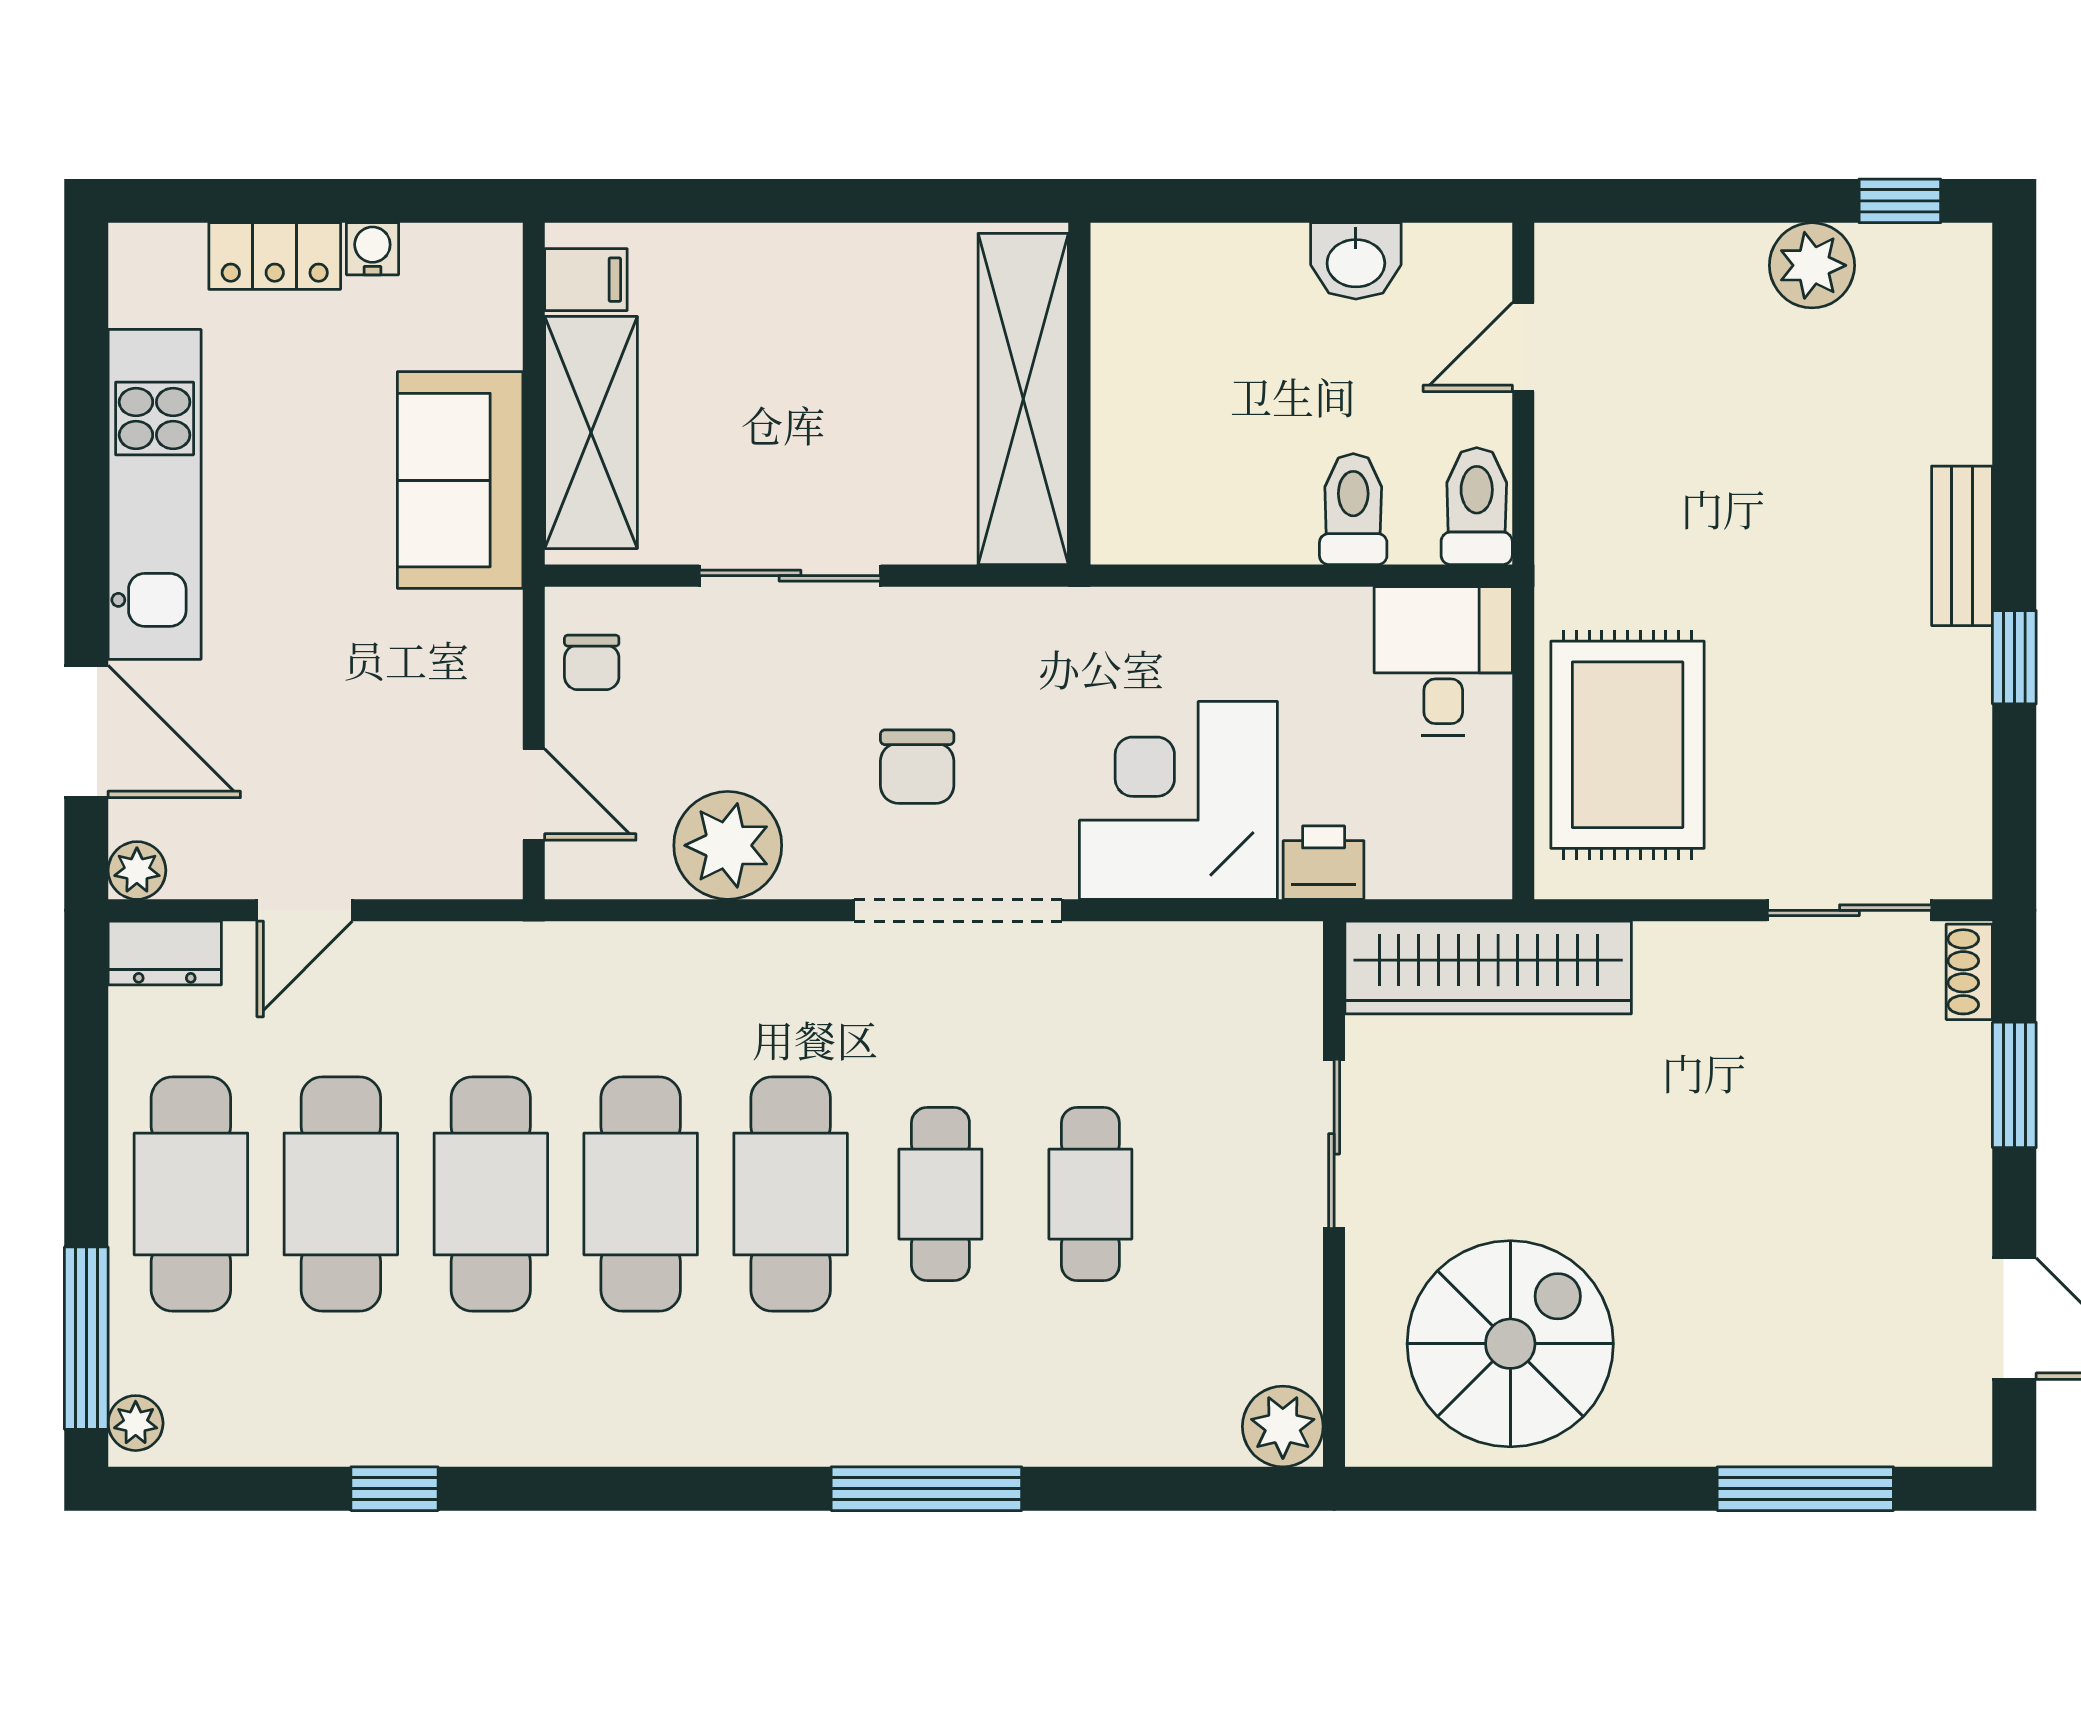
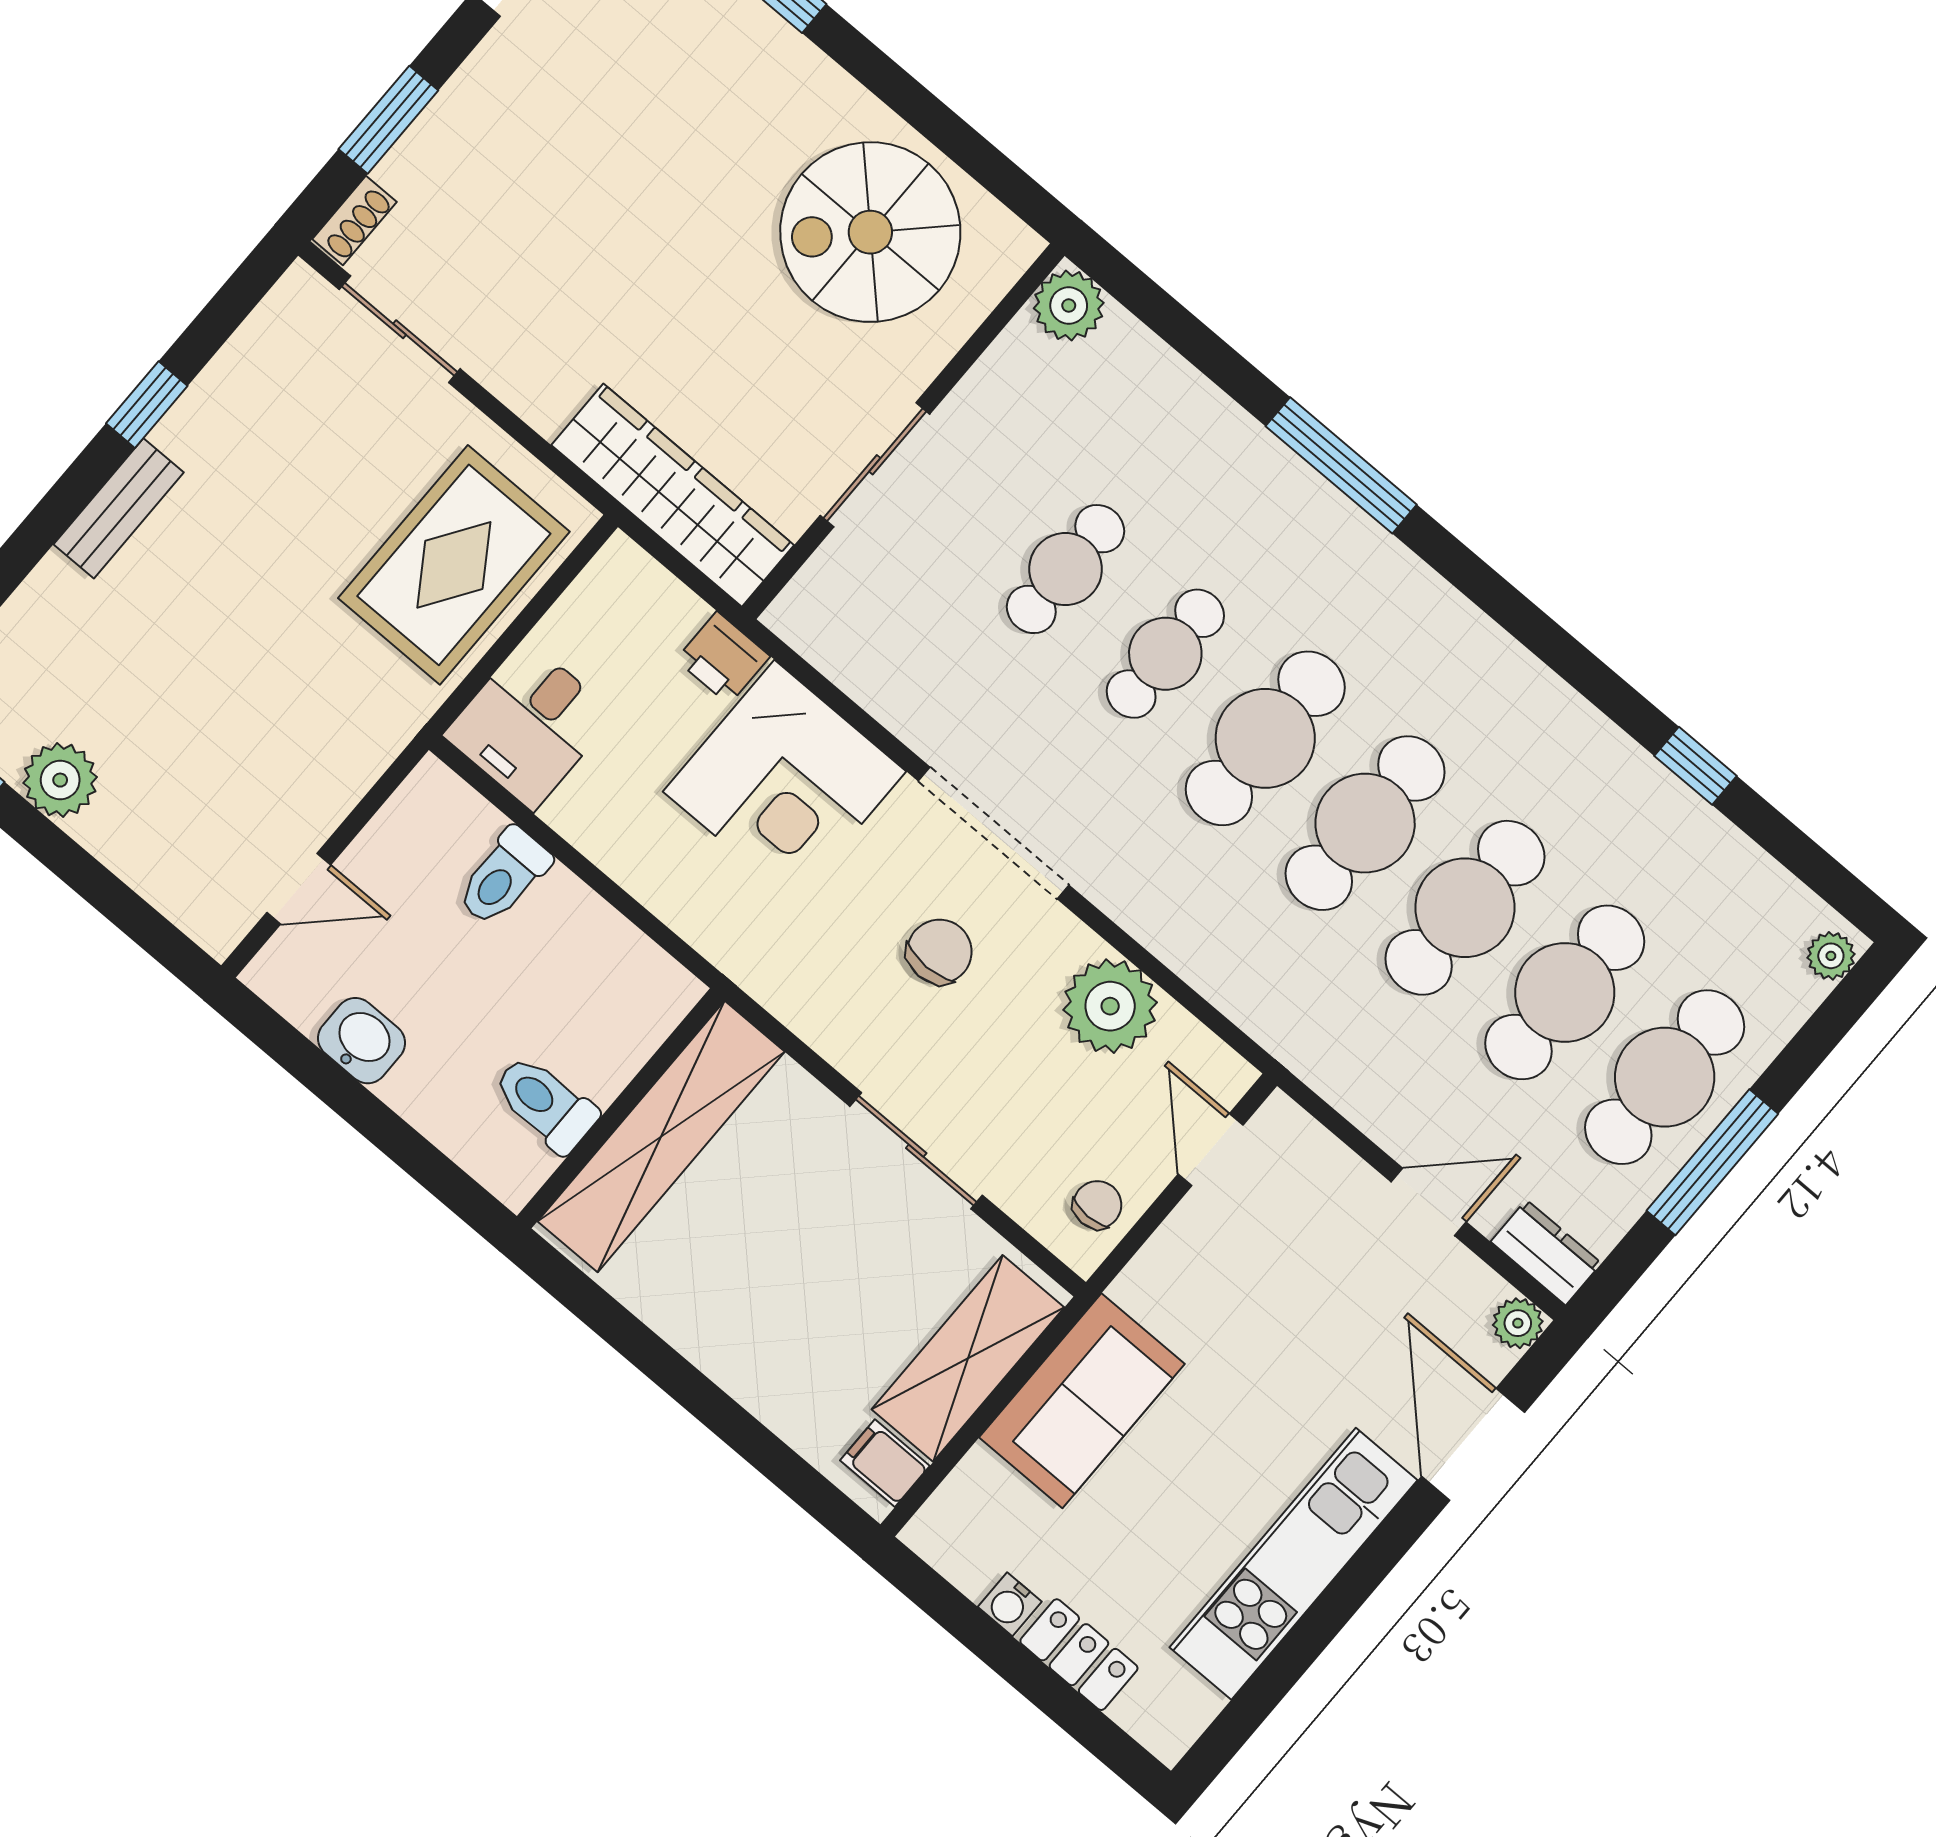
toilet: (1477, 506) -> (545, 1104), moved, turned 90
window: (86, 1338) -> (1712, 1162), moved

